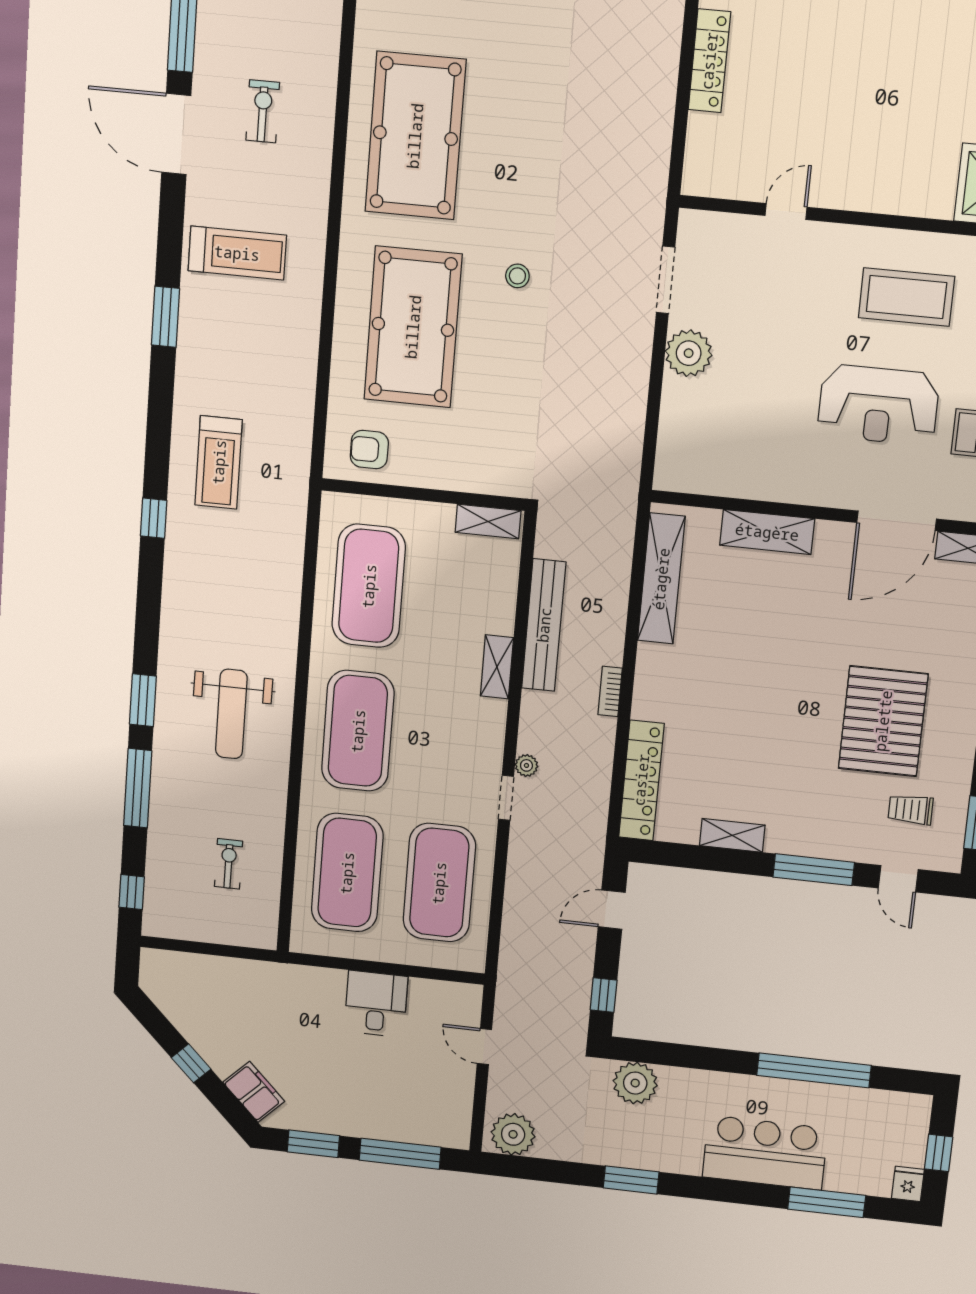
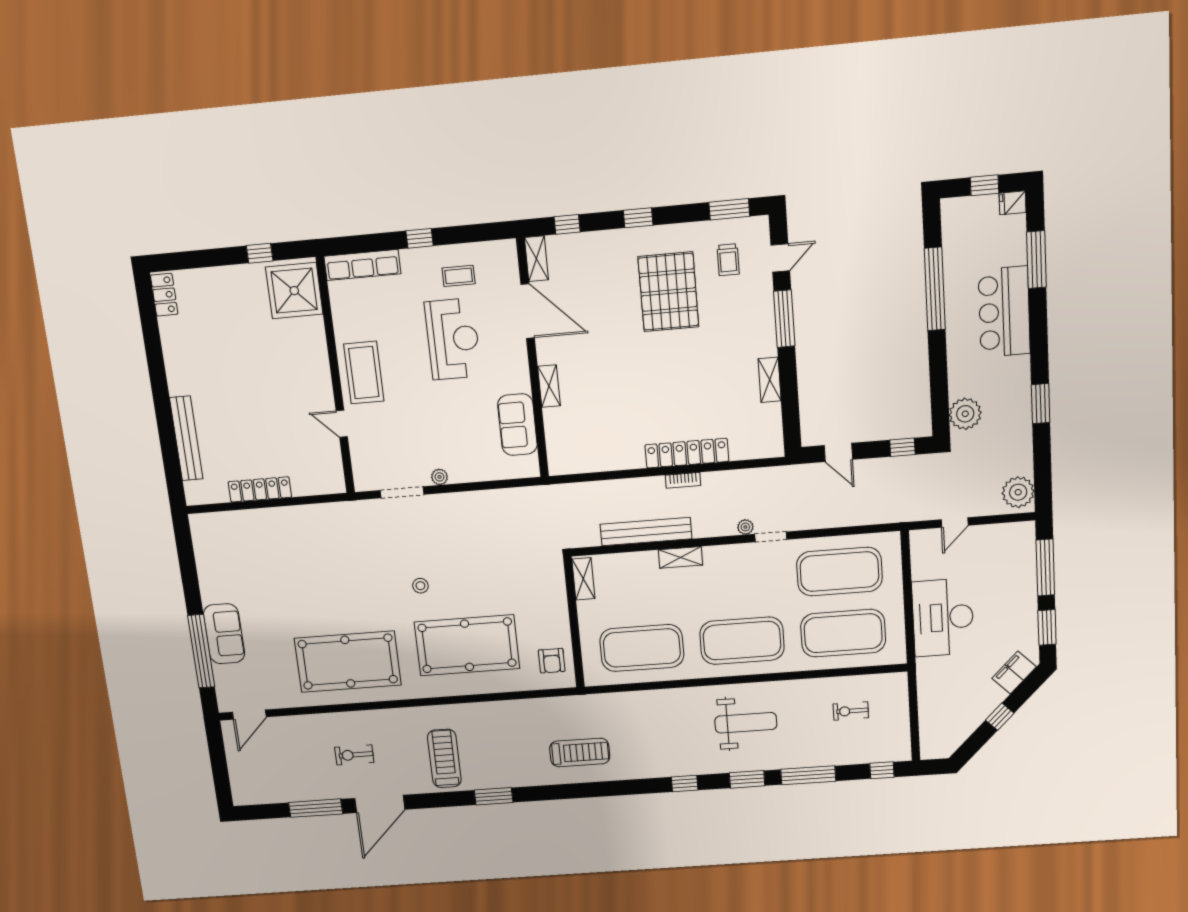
coffee table: (906, 297) -> (364, 373), moved
plant: (689, 353) -> (439, 477), width x0.53, depth x0.53
sofa: (735, 472) -> (517, 425), added
window: (154, 518) -> (685, 783), moved
shelving: (767, 532) -> (549, 386), width x0.67, depth x0.75
shelving: (661, 579) -> (599, 460), removed
pallet: (883, 721) -> (668, 292), turned 90
locker: (641, 780) -> (687, 453), moved
desk: (376, 1004) -> (943, 617), width x1.87, depth x1.30

